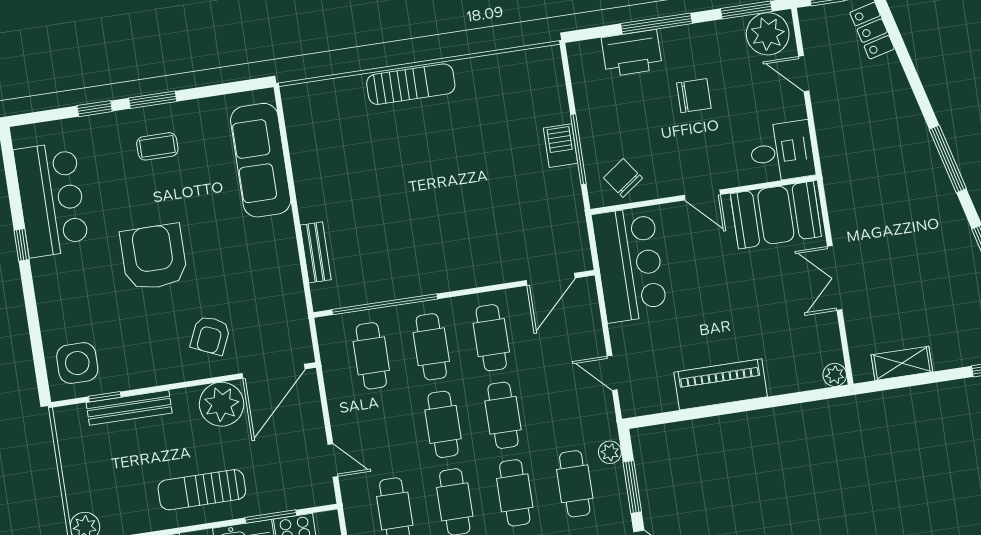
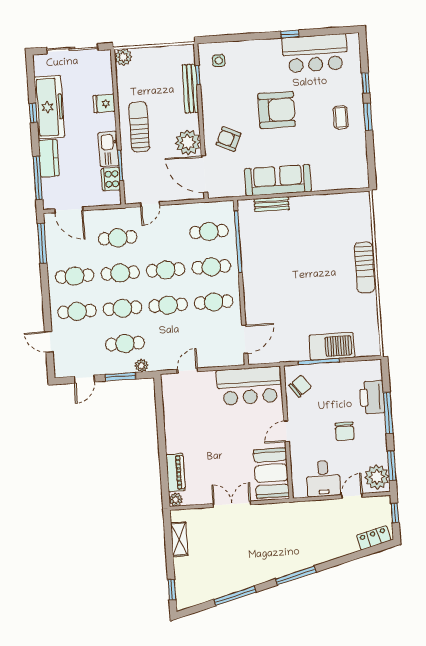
barbecue: (561, 146) -> (332, 346), width x1.88, depth x1.53
desk: (782, 152) -> (323, 479), moved
sofa: (261, 160) -> (278, 180), moved
door: (551, 279) -> (245, 339), swing flipped
side table: (77, 363) -> (219, 61), width x0.54, depth x0.54
piano: (721, 384) -> (176, 473), moved, width x0.73, depth x0.75

